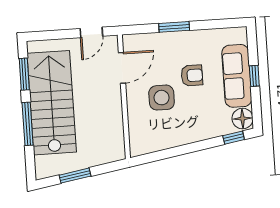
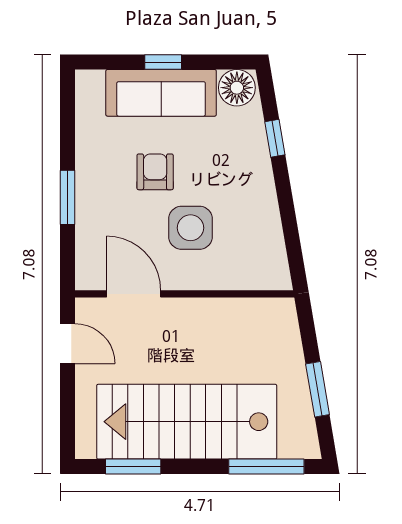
window: (28, 124) -> (266, 467), moved
window: (234, 138) -> (275, 138), moved

